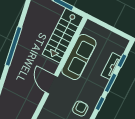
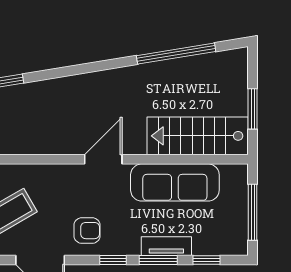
window: (111, 28) -> (253, 212), added
window: (14, 46) -> (176, 54), moved
tv unit: (111, 66) -> (166, 246), moved

